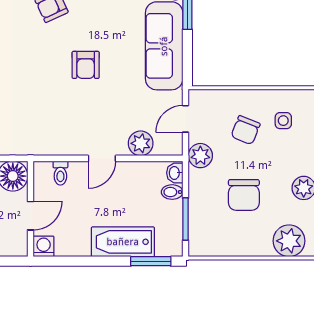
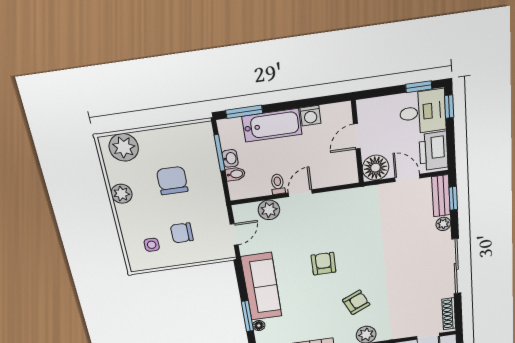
chair: (246, 130) -> (182, 233), turned -112
plant: (200, 156) -> (216, 207), removed
toilet: (60, 173) -> (278, 184), moved
washbasin: (175, 173) -> (230, 158), moved
washing machine: (44, 246) -> (310, 116), moved

